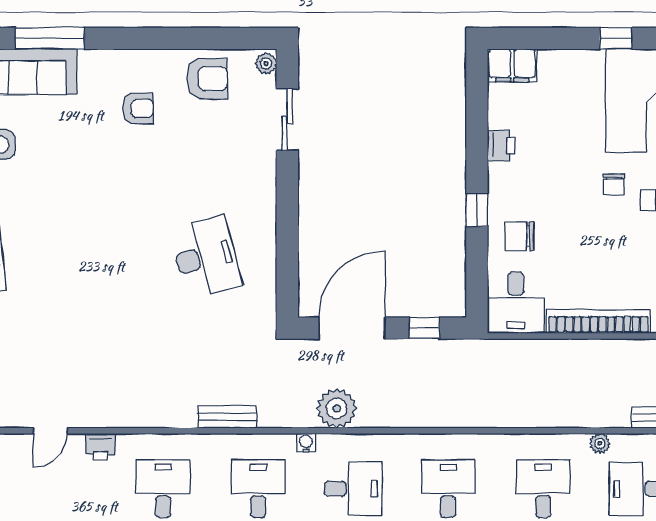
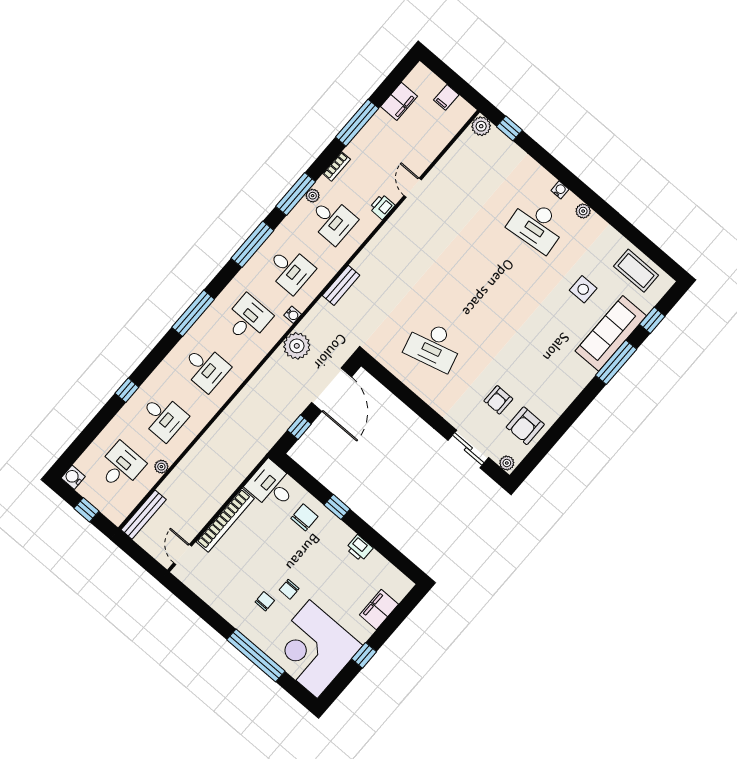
filing cabinet: (512, 65) -> (379, 610), moved
armchair: (138, 108) -> (498, 400), moved
chair: (614, 184) -> (289, 589), turned -90
desk: (353, 489) -> (248, 319), turned 180

